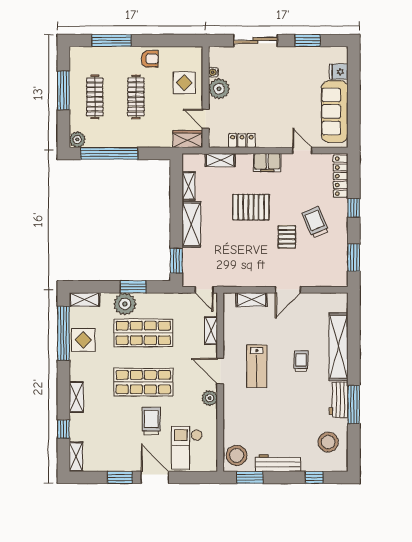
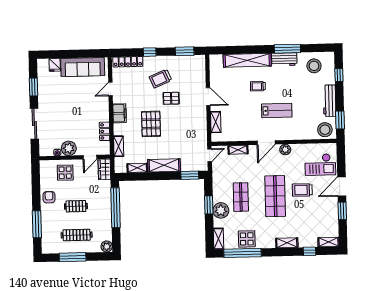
clothes rail: (136, 97) -> (76, 206), width x0.73
window: (109, 153) -> (115, 208), moved
shop shelf: (143, 333) -> (241, 197), width x0.70, depth x0.74
lab bench: (257, 366) -> (277, 111), moved

